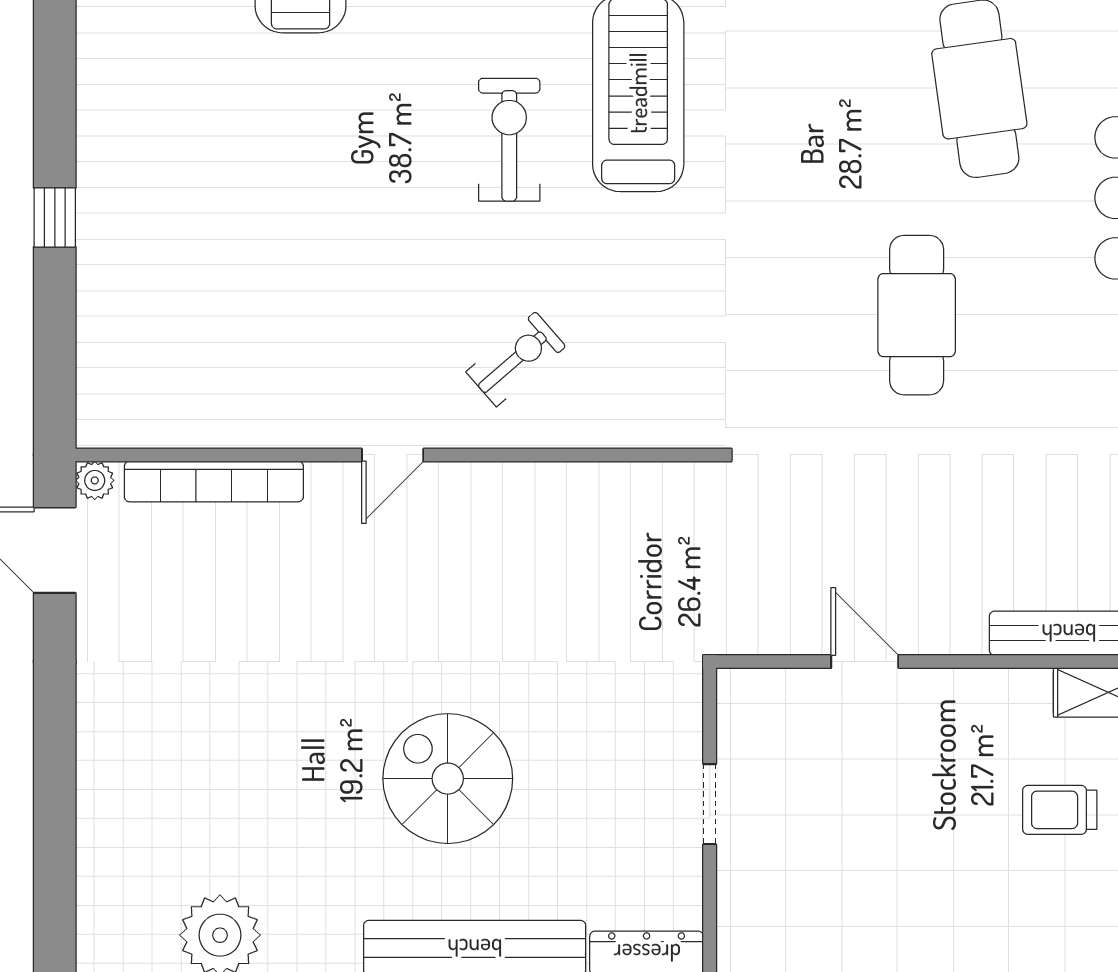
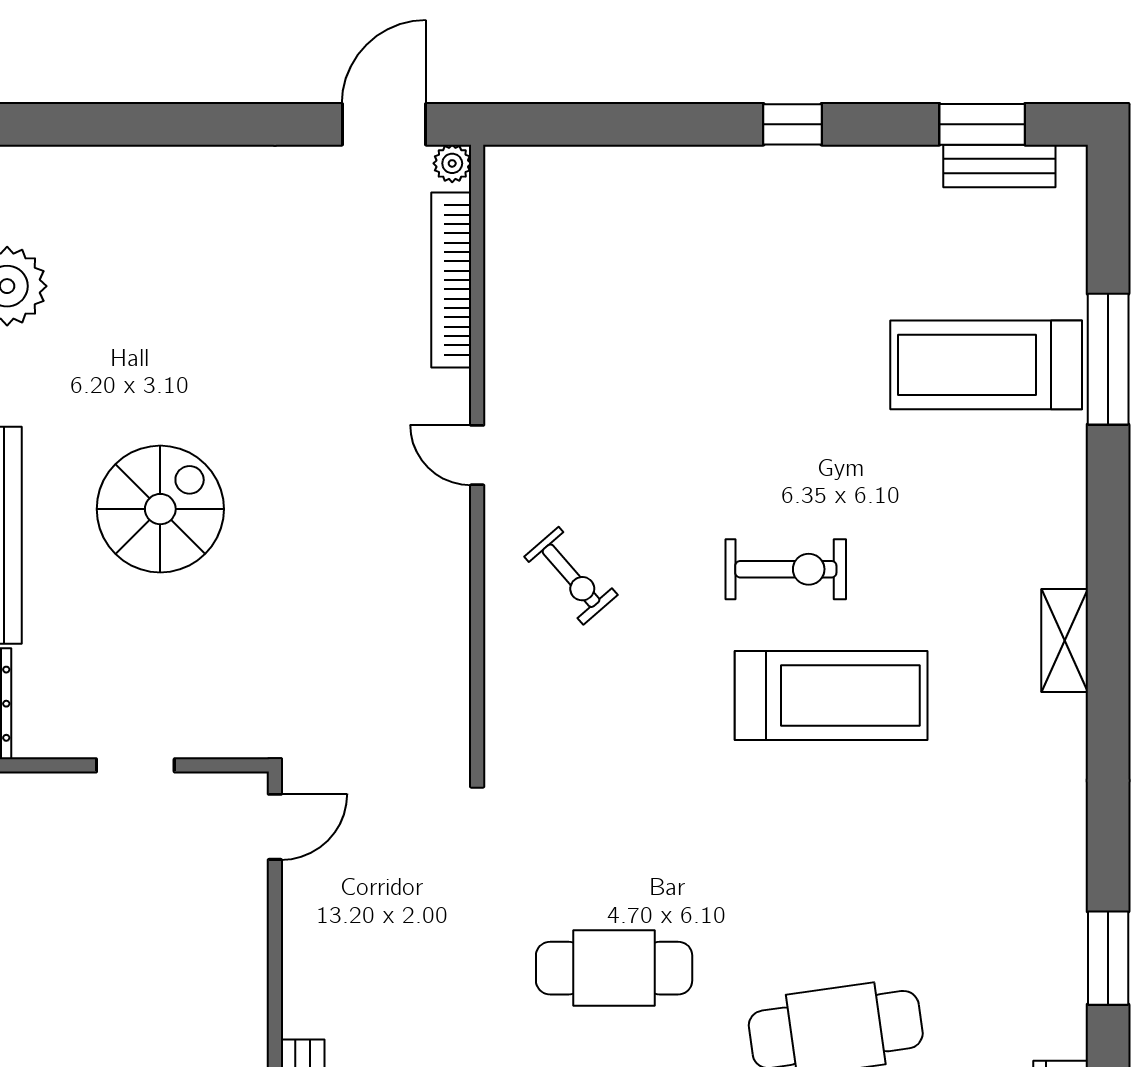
window: (55, 217) -> (792, 124), moved
door: (865, 662) -> (275, 827), moved

